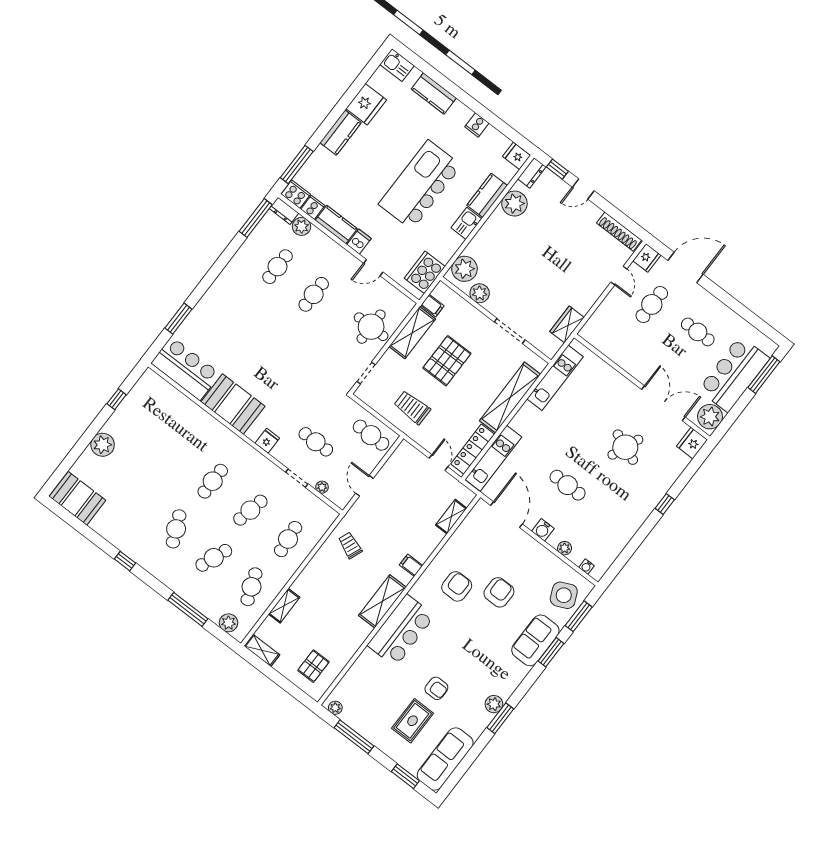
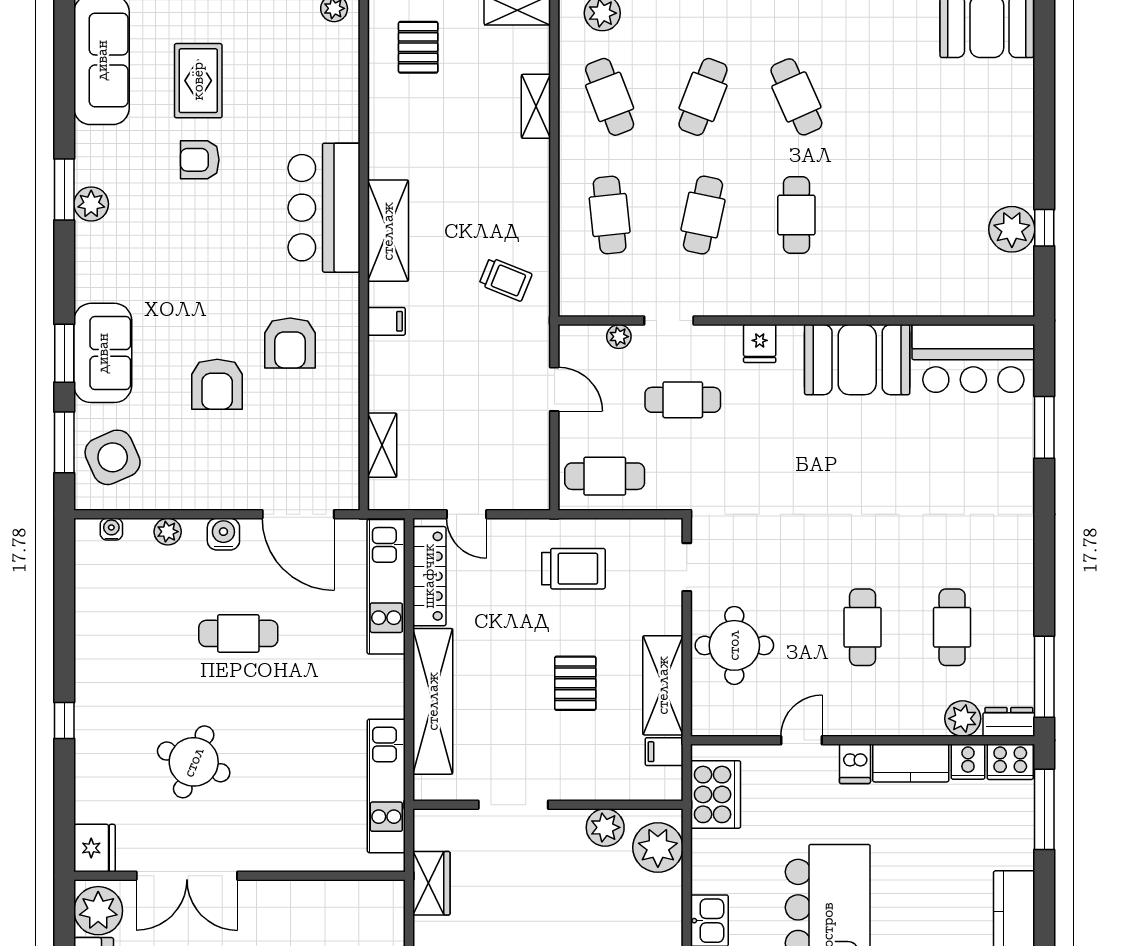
pallet: (447, 361) -> (575, 683), width x0.67, depth x0.71
plant: (103, 445) -> (1012, 229), moved

